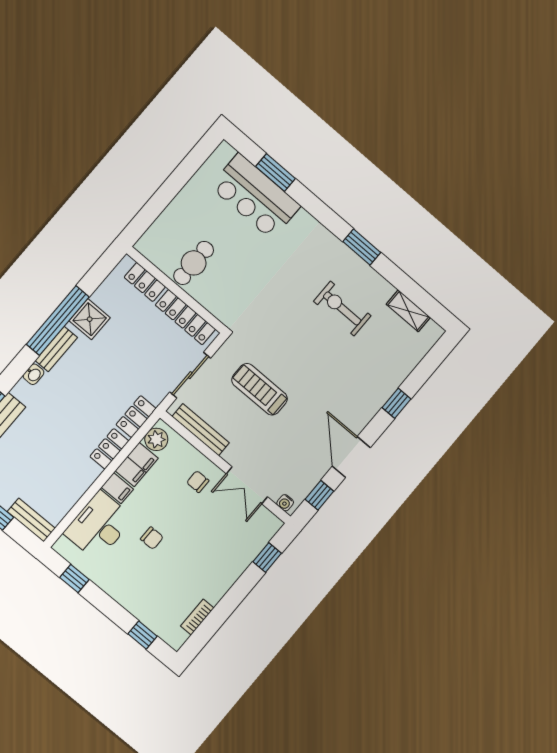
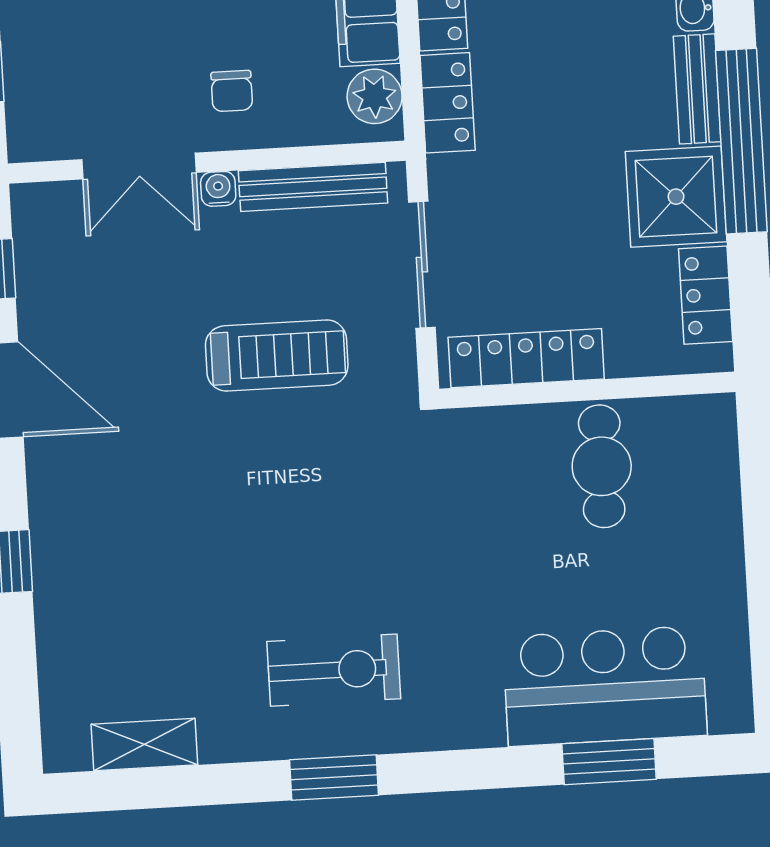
locker: (145, 282) -> (706, 295), moved, turned -90
exercise bike: (342, 308) -> (334, 670), moved
shower: (90, 319) -> (676, 197), width x1.36, depth x1.36
chair: (198, 482) -> (232, 91), turned 90
double door: (247, 485) -> (139, 166), swing flipped
water cooler: (285, 503) -> (218, 189), moved

